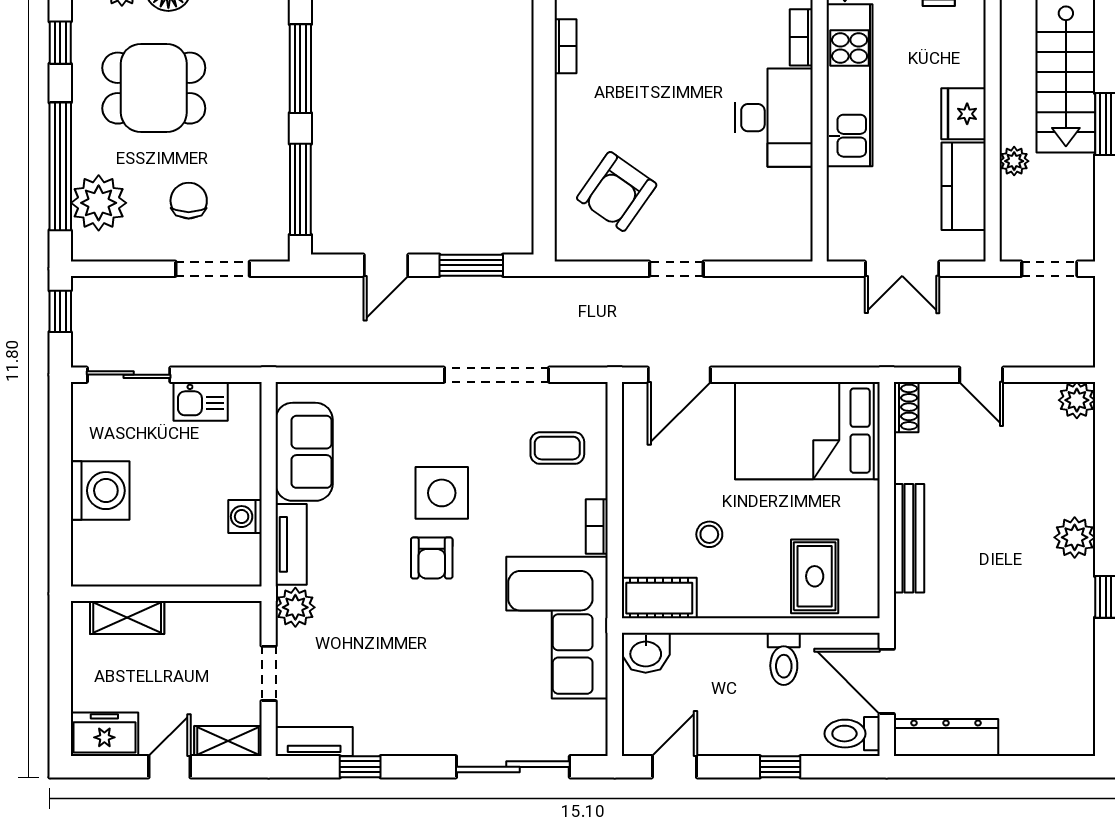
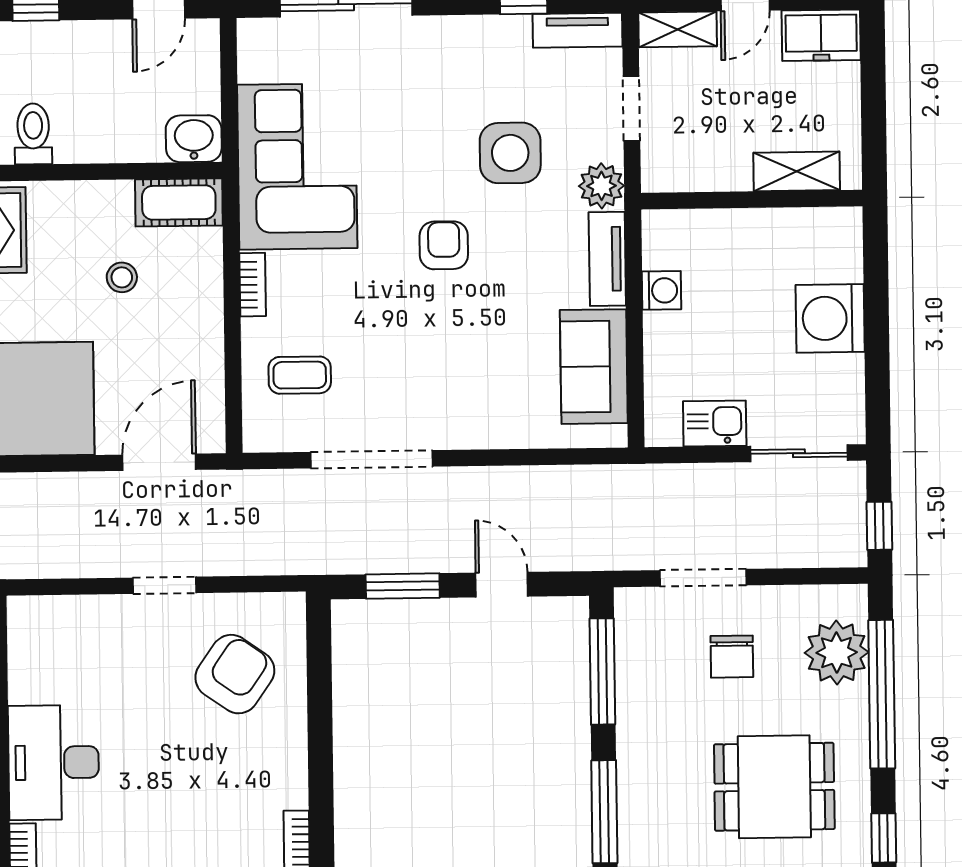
door: (386, 265) -> (502, 585), hinge flipped
side table: (442, 493) -> (510, 153), moved

